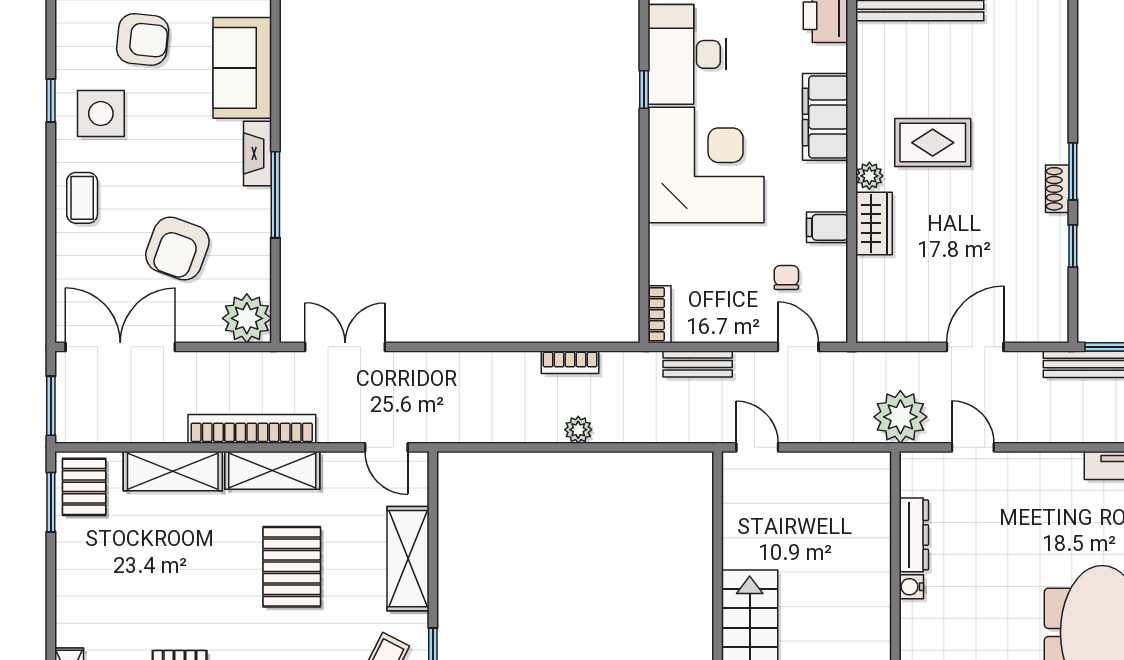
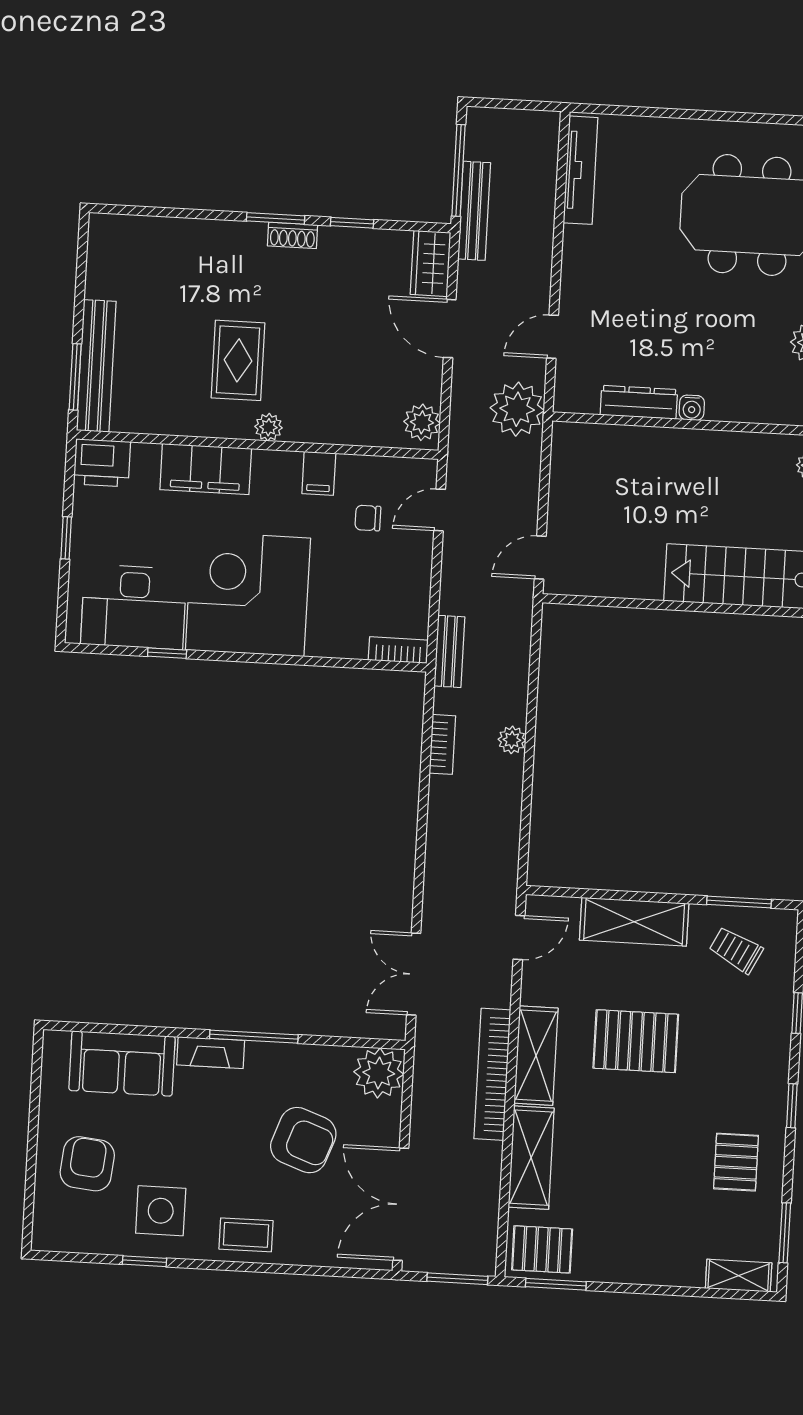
wardrobe: (874, 223) -> (431, 263), moved, turned -90
plant: (882, 325) -> (422, 422), added
bench: (698, 364) -> (449, 651), moved

